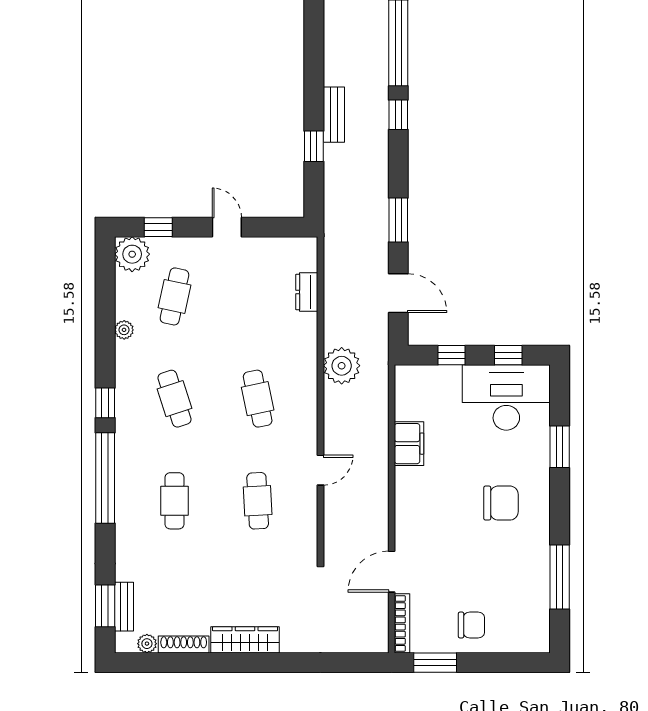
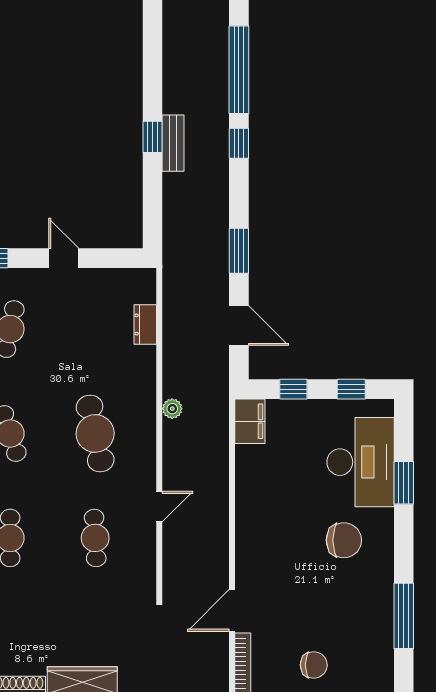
window: (314, 146) -> (153, 137), moved
plant: (342, 366) -> (172, 409), width x0.53, depth x0.53
desk: (506, 397) -> (361, 462), moved, turned 90
cafe table: (258, 399) -> (95, 433), width x1.37, depth x1.35
filing cabinet: (409, 444) -> (250, 421), moved

